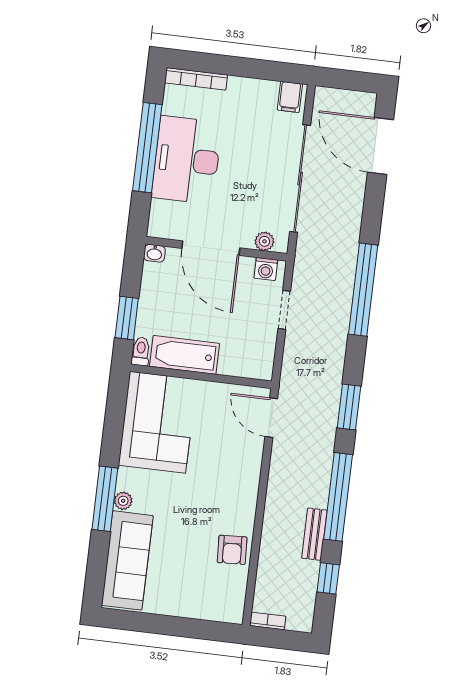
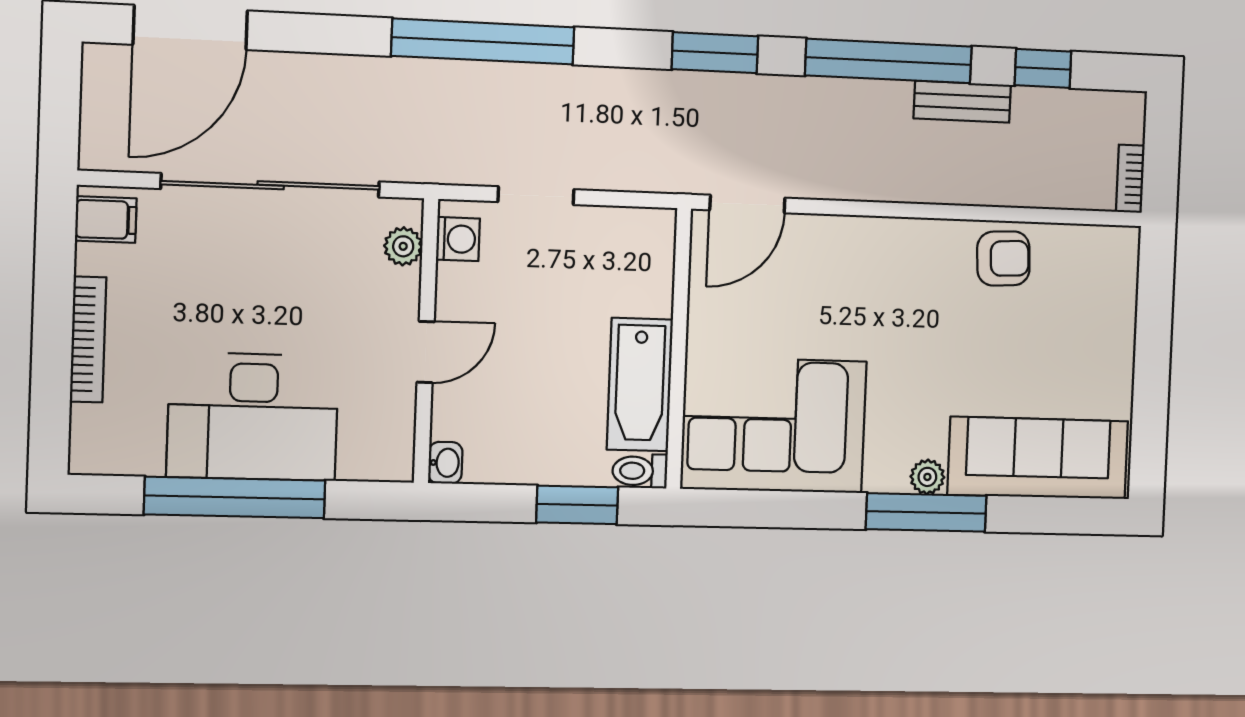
bookcase: (196, 79) -> (88, 339), moved
door: (211, 248) -> (426, 352), width x0.53

